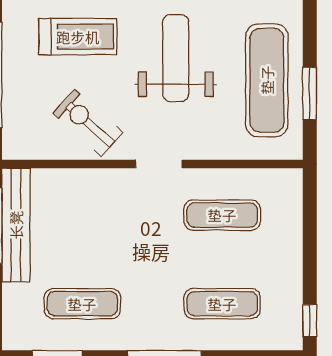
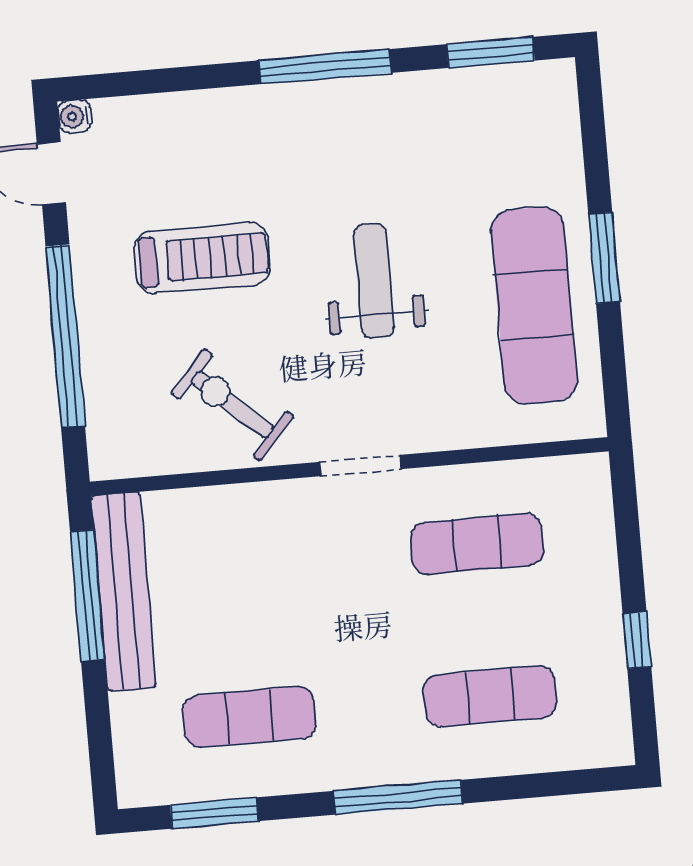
weight bench: (176, 58) -> (374, 281), width x0.73, depth x0.75
window: (310, 93) -> (604, 258), moved
window: (310, 321) -> (637, 640), moved

